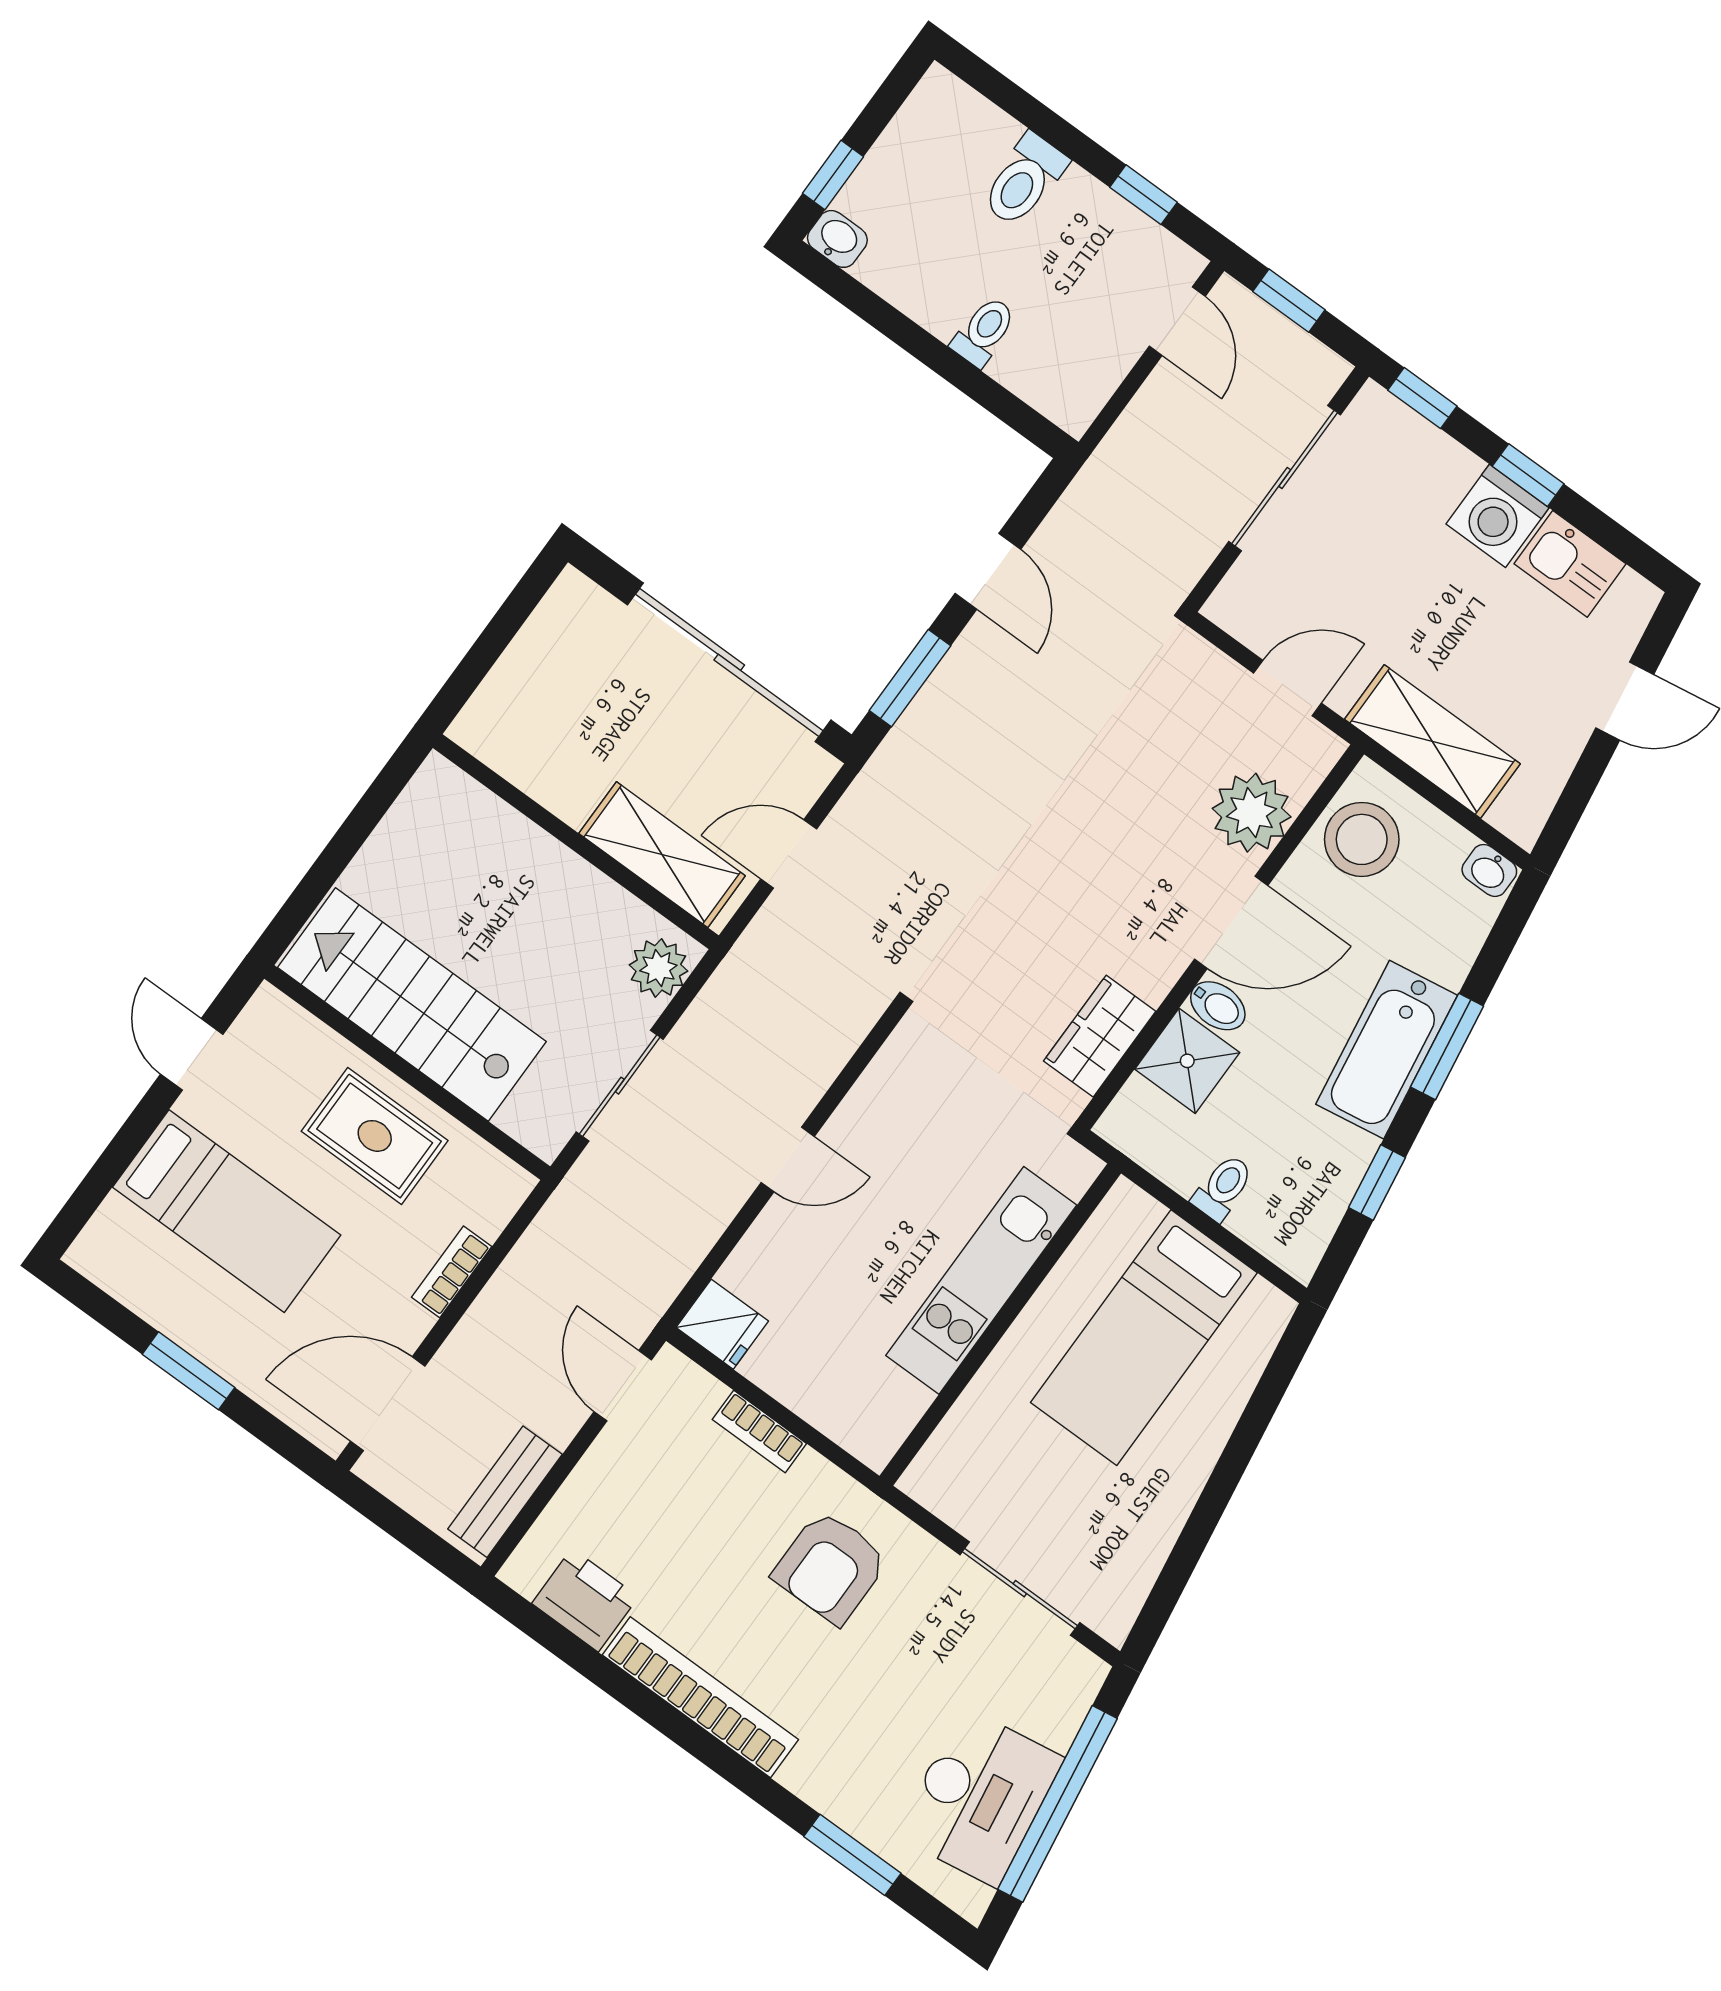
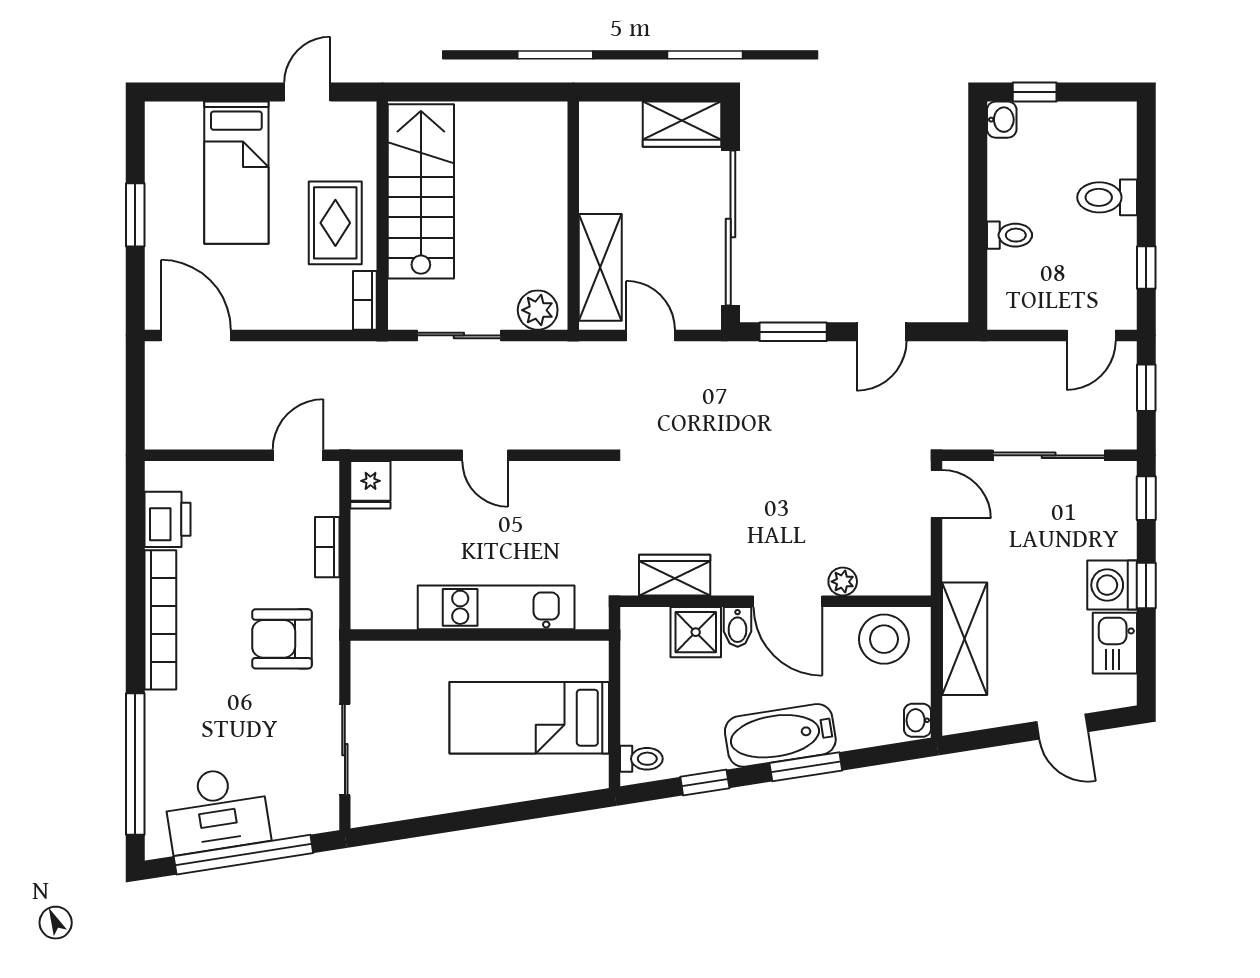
wardrobe: (561, 629) -> (682, 124), added
door: (1287, 688) -> (937, 494), moved
plant: (1252, 813) -> (843, 582), width x0.53, depth x0.53
toilet: (1223, 1188) -> (641, 759), moved
bookcase: (452, 1272) -> (365, 300), moved, turned -90
bench: (505, 1492) -> (194, 433), removed
window: (852, 1855) -> (135, 764), width x2.11

